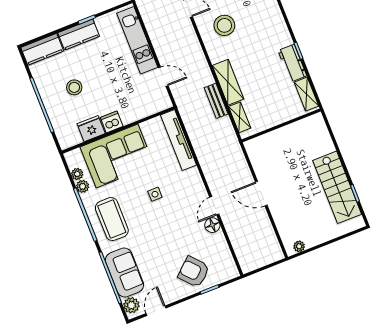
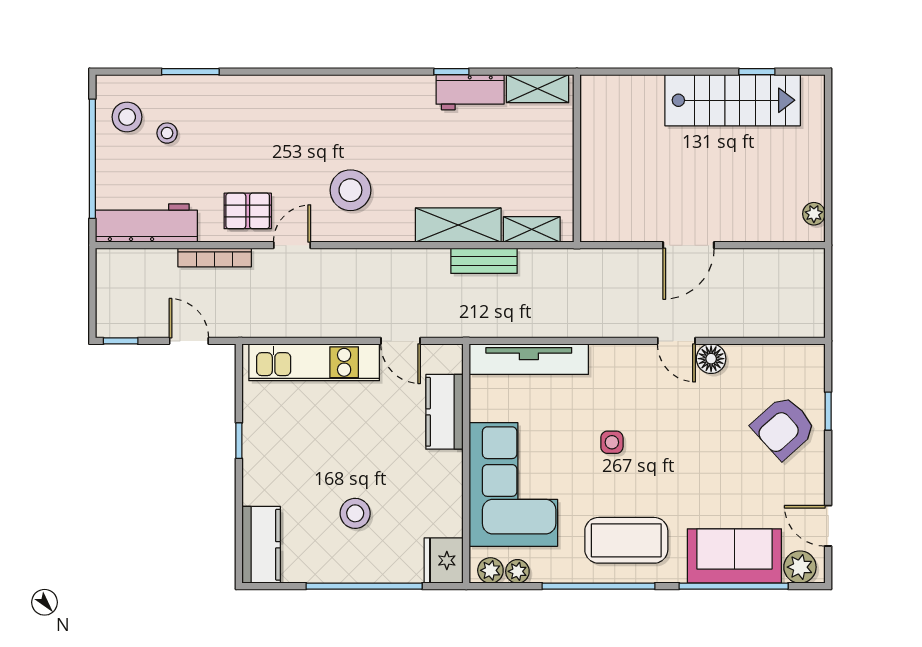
kitchen counter: (79, 35) -> (445, 412), moved, turned 180
door: (163, 77) -> (401, 341), swing flipped
dishwasher: (112, 122) -> (447, 469), removed
fridge: (91, 129) -> (444, 560), moved
plant: (83, 186) -> (490, 570), moved

